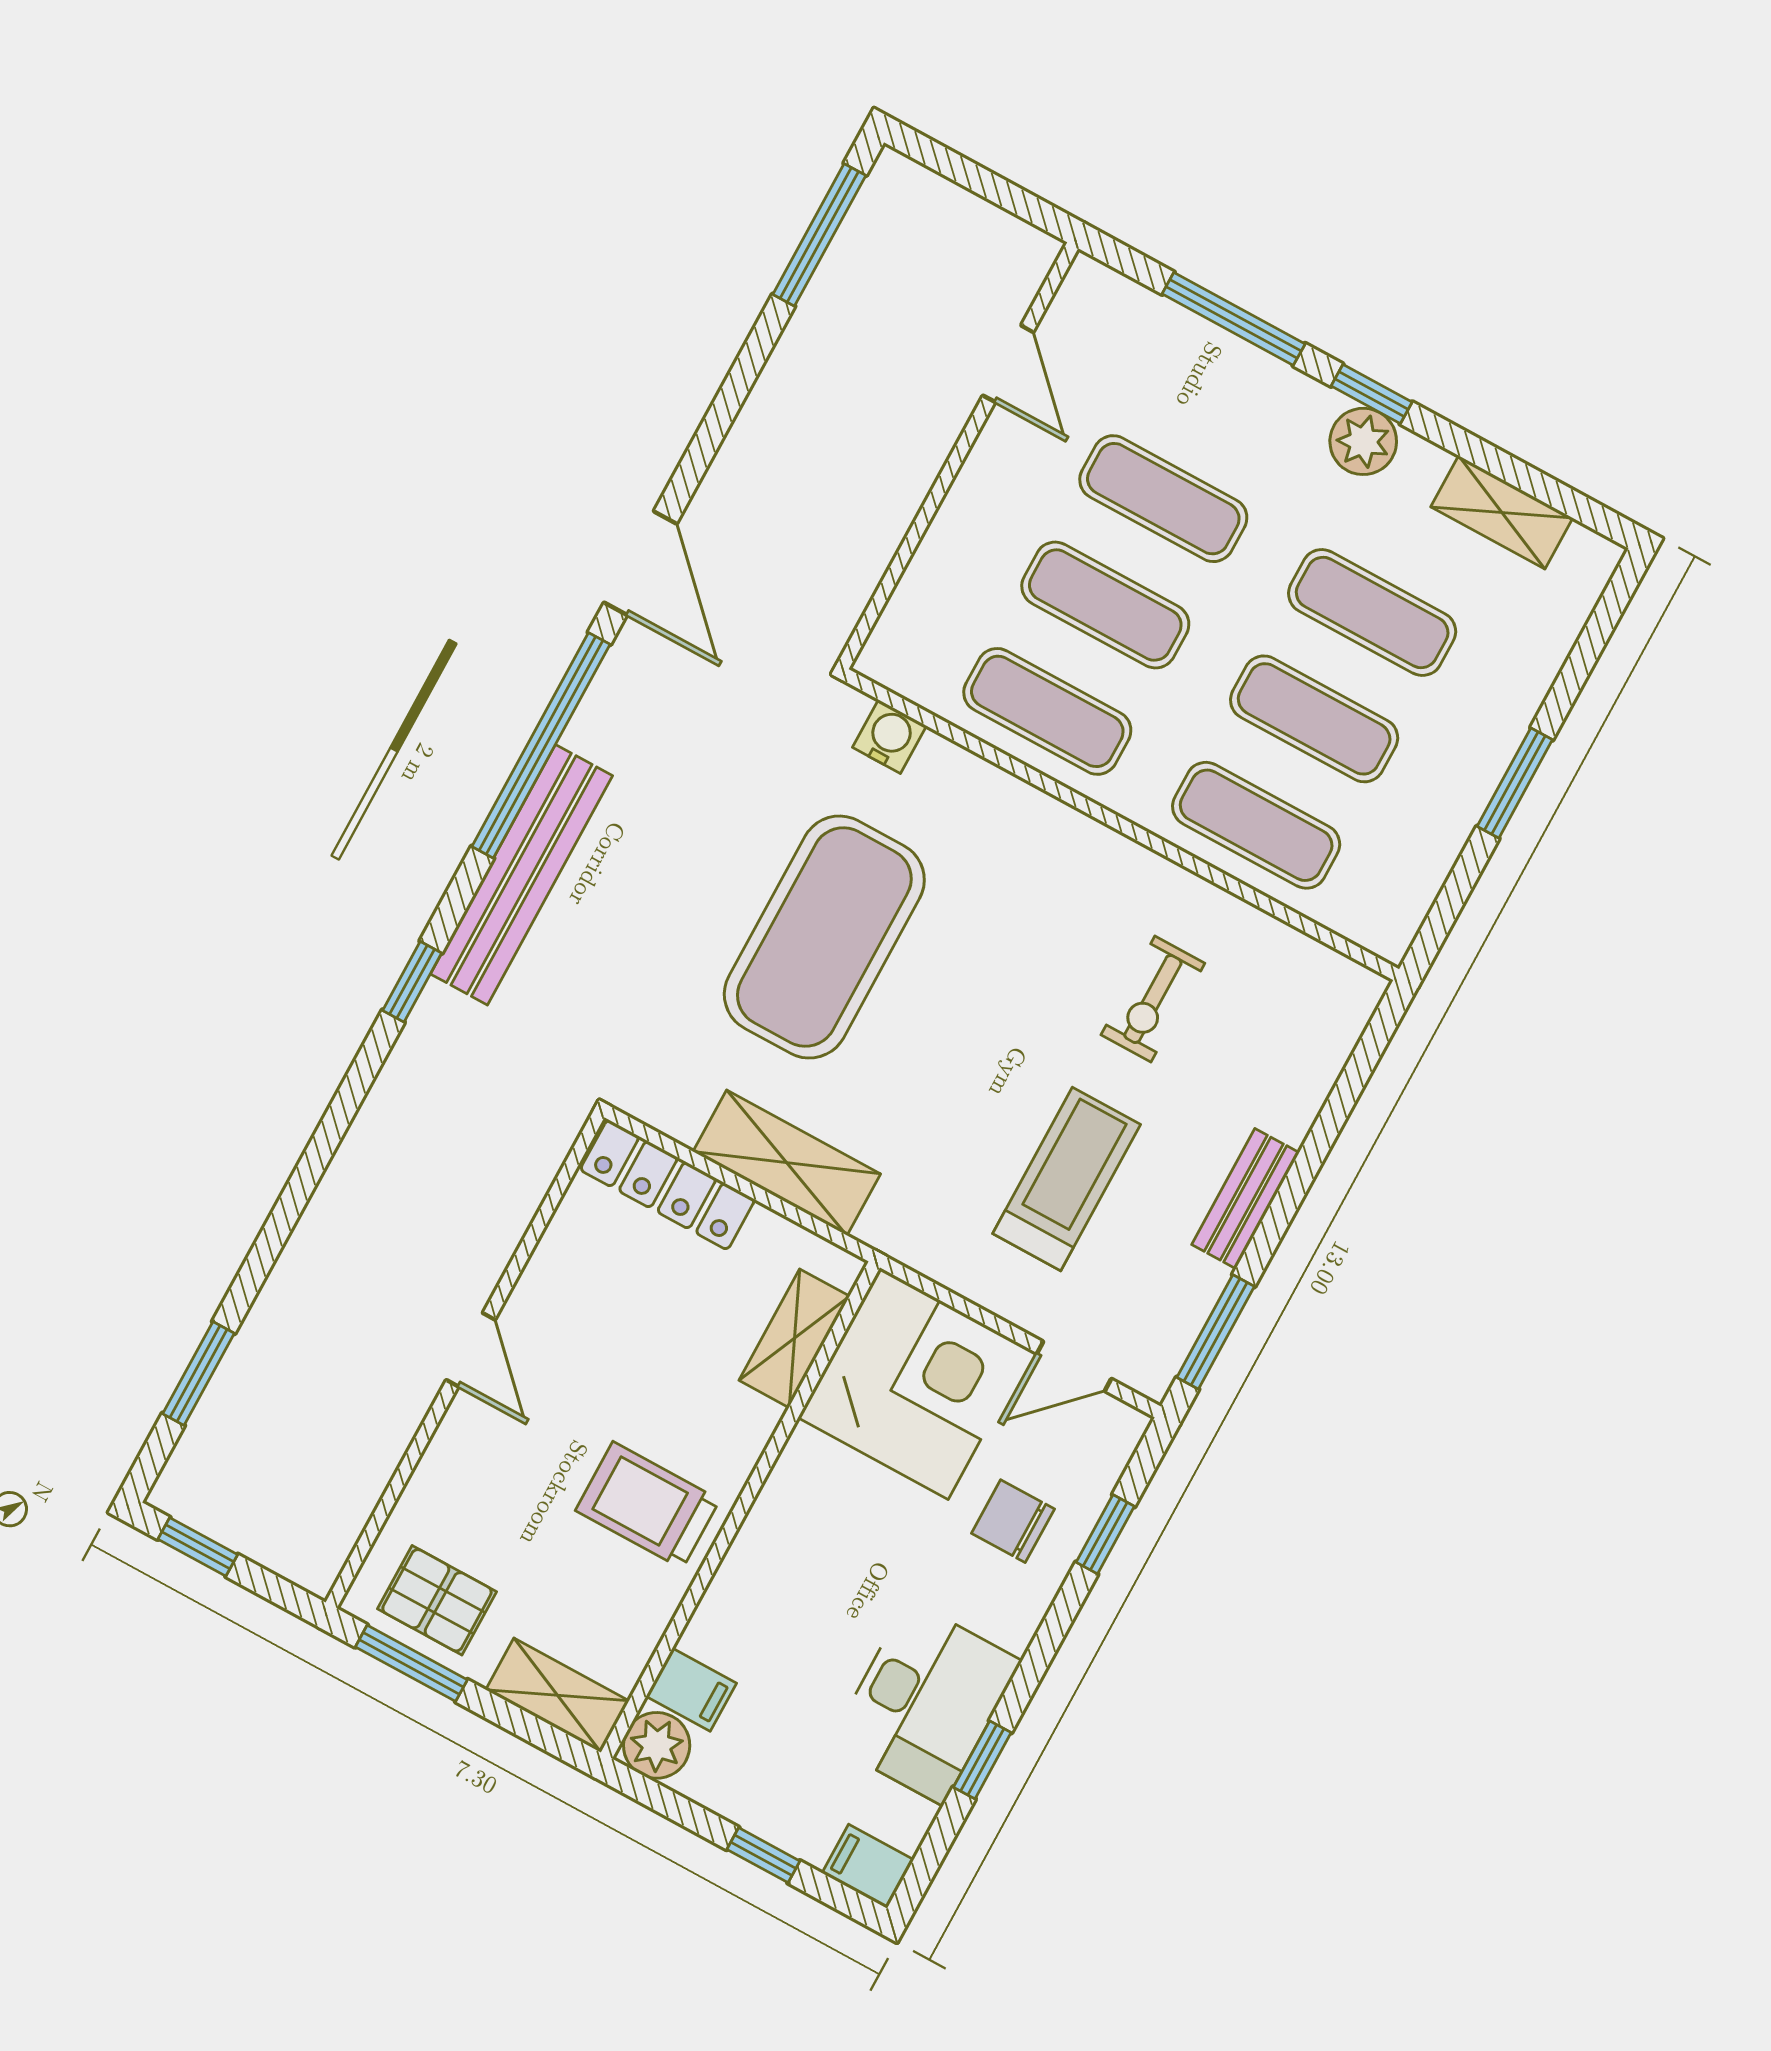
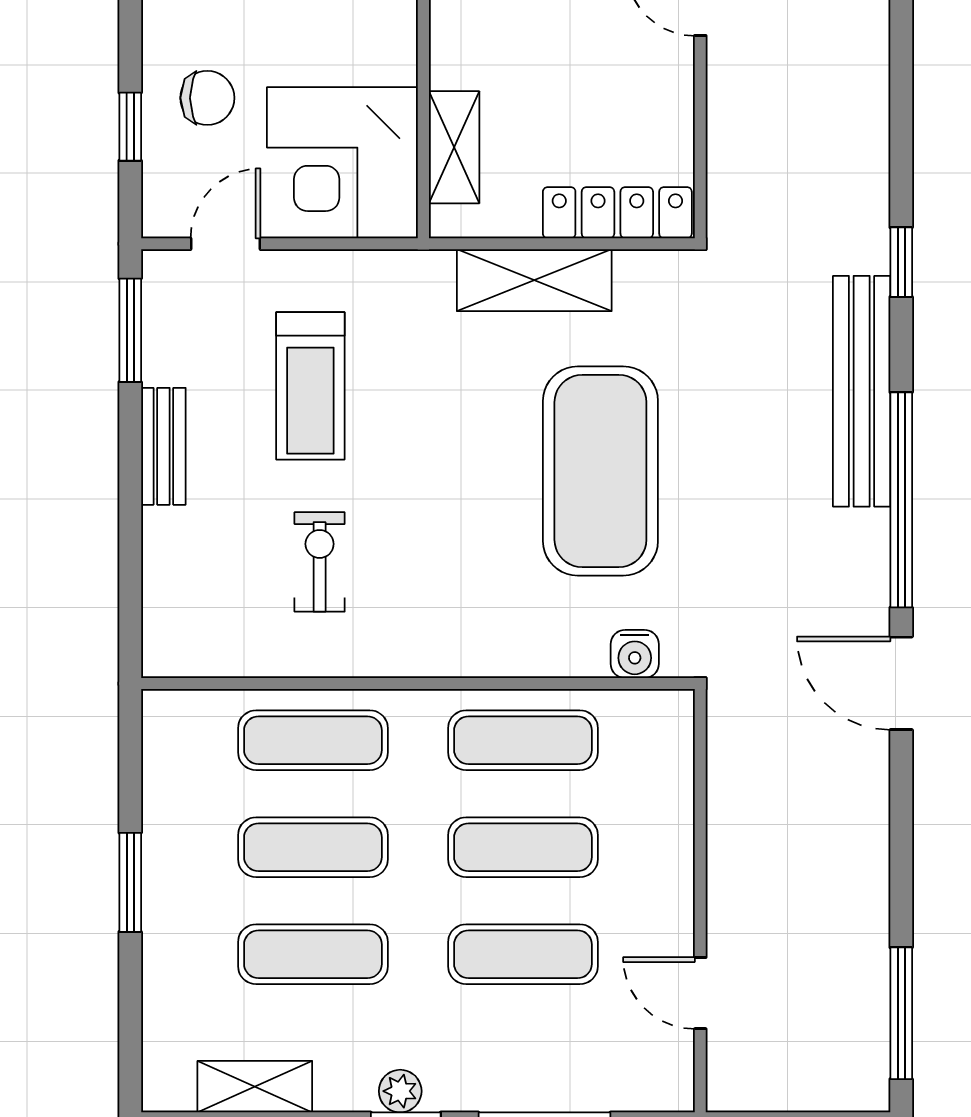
plant: (1363, 441) -> (400, 1091), width x0.73, depth x0.73

